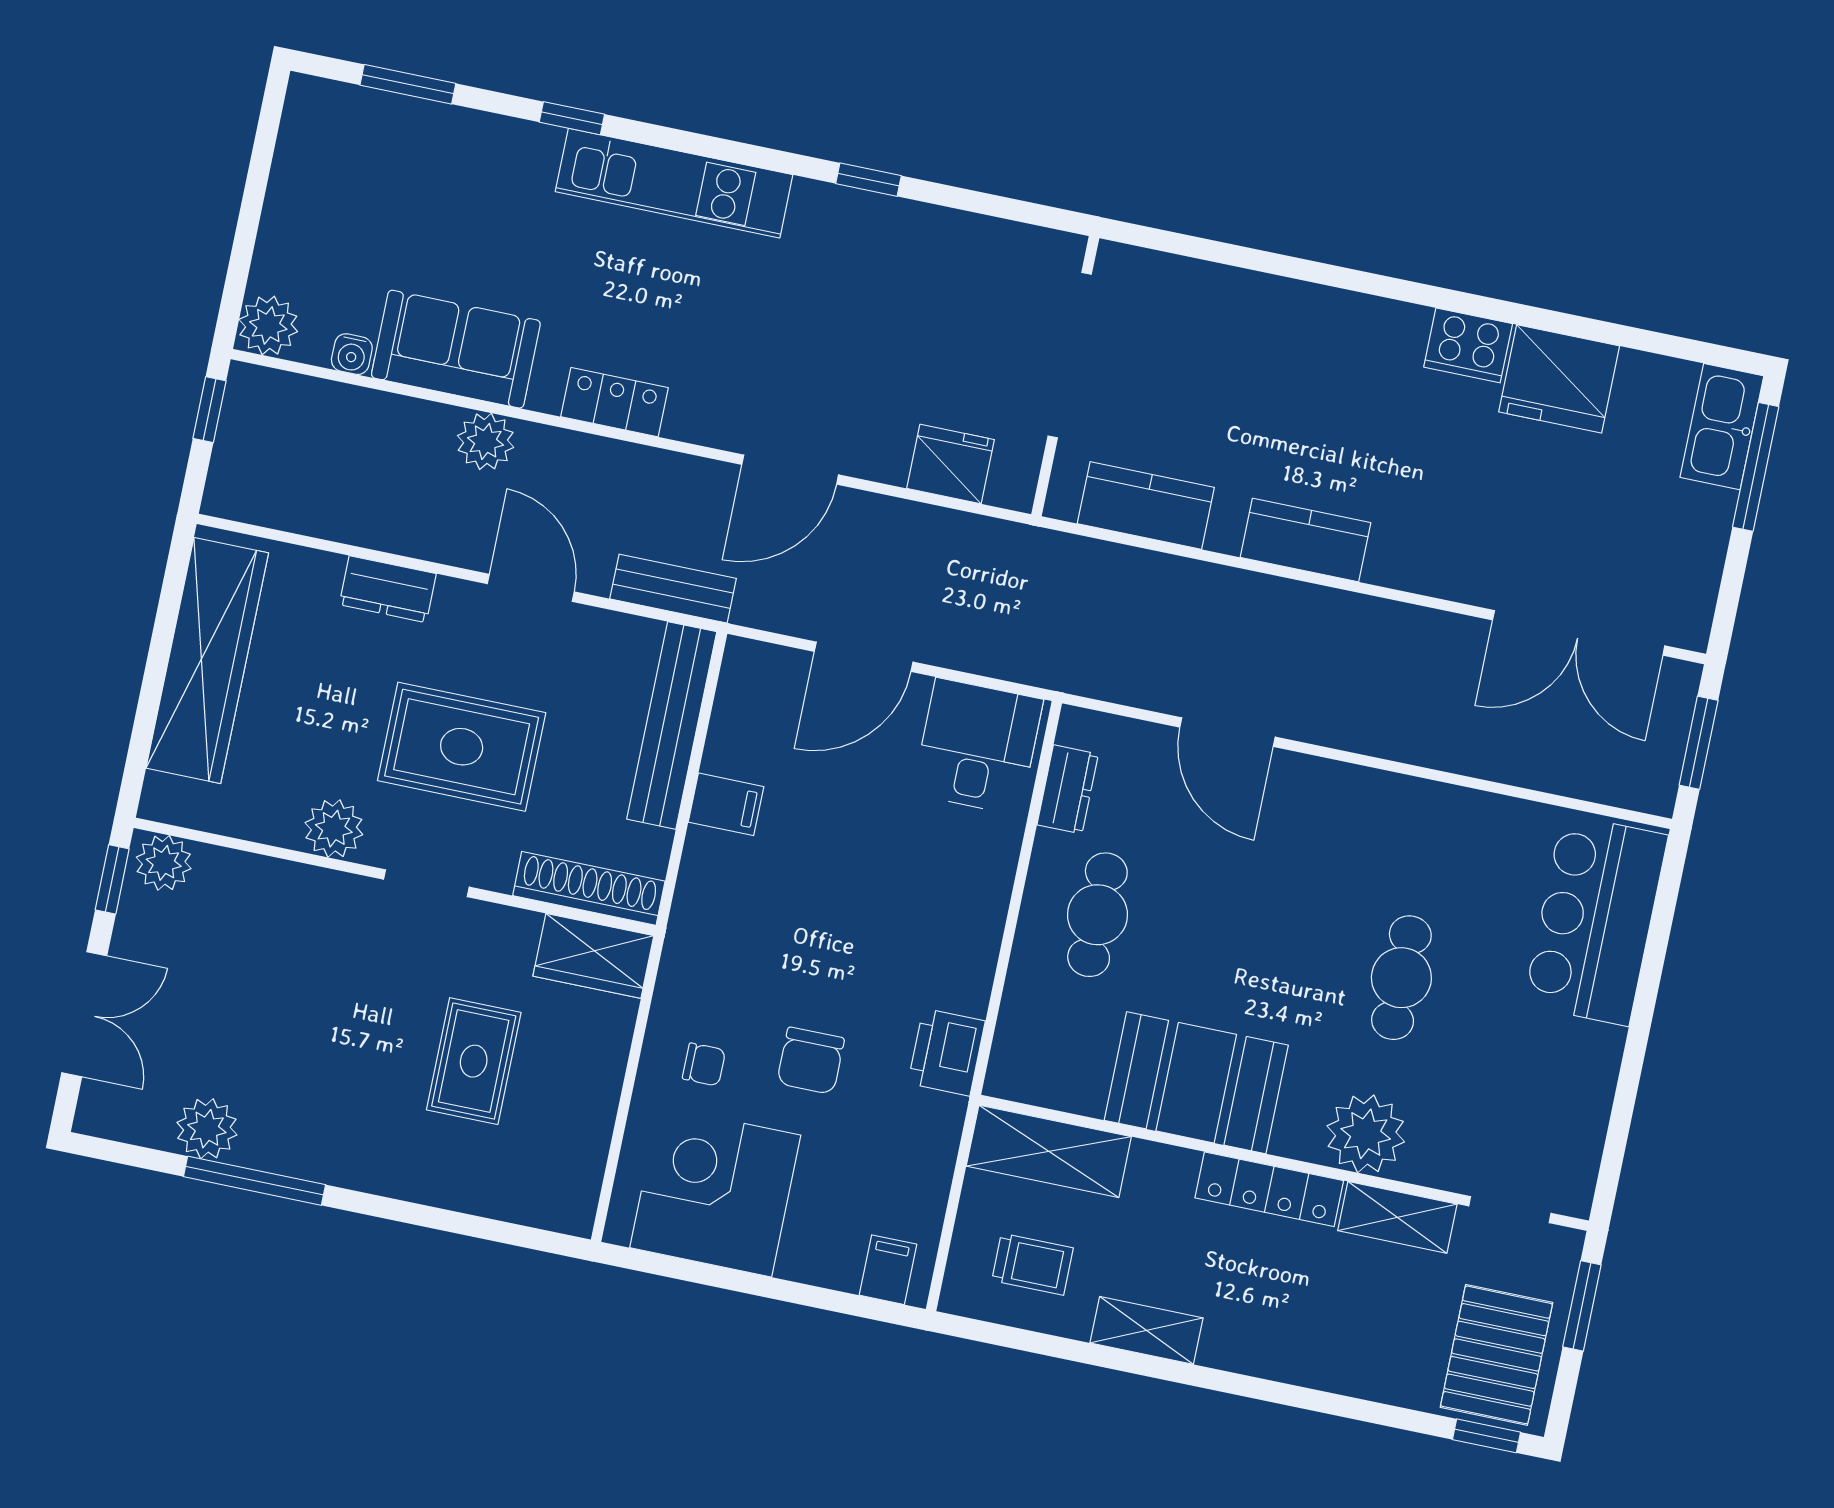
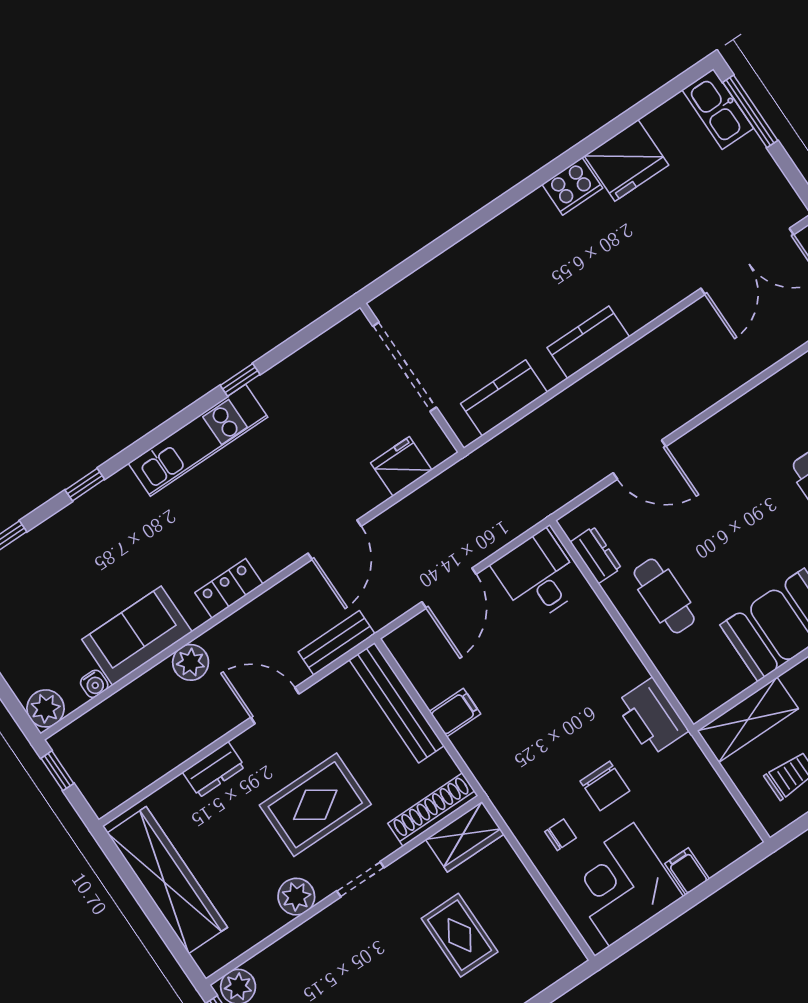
kitchen unit: (674, 183) -> (198, 440), moved
printer: (947, 1052) -> (652, 717), width x1.37, depth x1.19
filing cabinet: (888, 1270) -> (687, 871), moved

